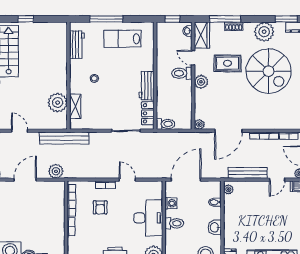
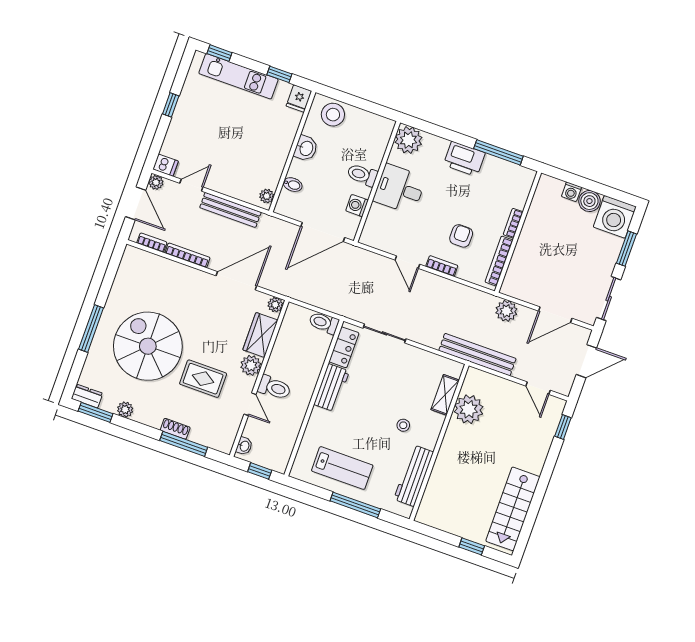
plant: (264, 32) -> (125, 410), width x0.53, depth x0.53
wardrobe: (202, 35) -> (260, 335), moved
workbench: (77, 44) -> (414, 476), width x1.38
desk: (148, 218) -> (400, 189), width x0.73

